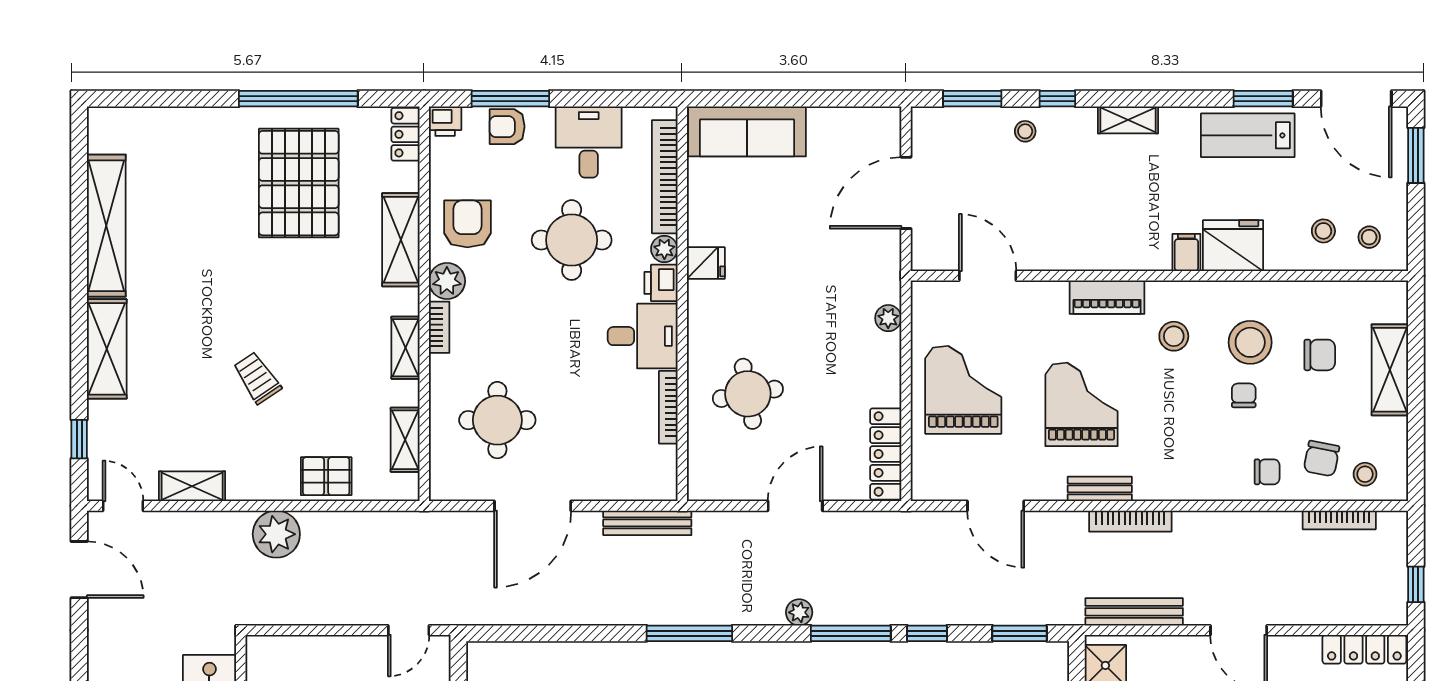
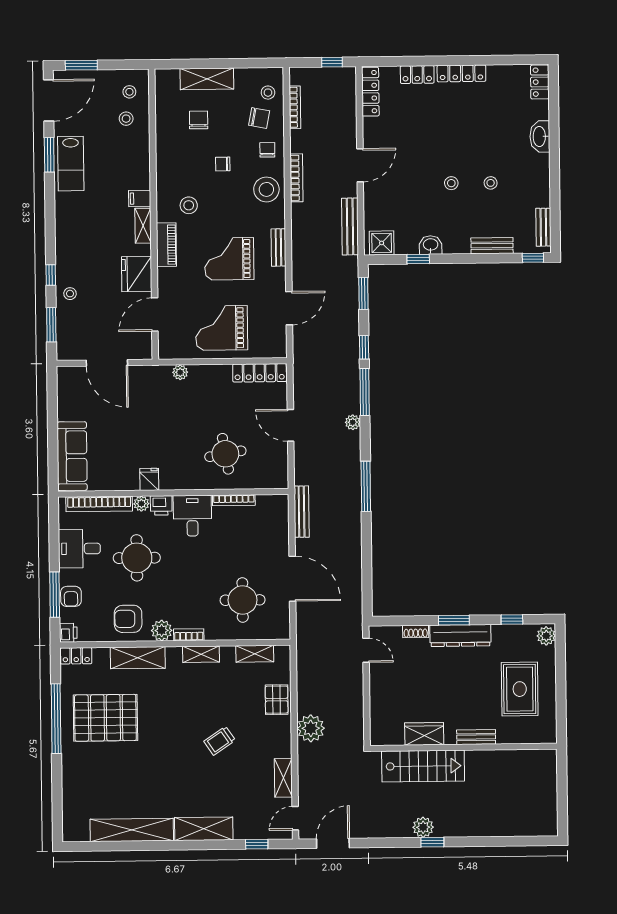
shelving: (1128, 120) -> (143, 226), moved
fridge: (1233, 246) -> (137, 274), moved
stool: (1250, 342) -> (266, 189), moved
bookcase: (1130, 521) -> (296, 178), moved

